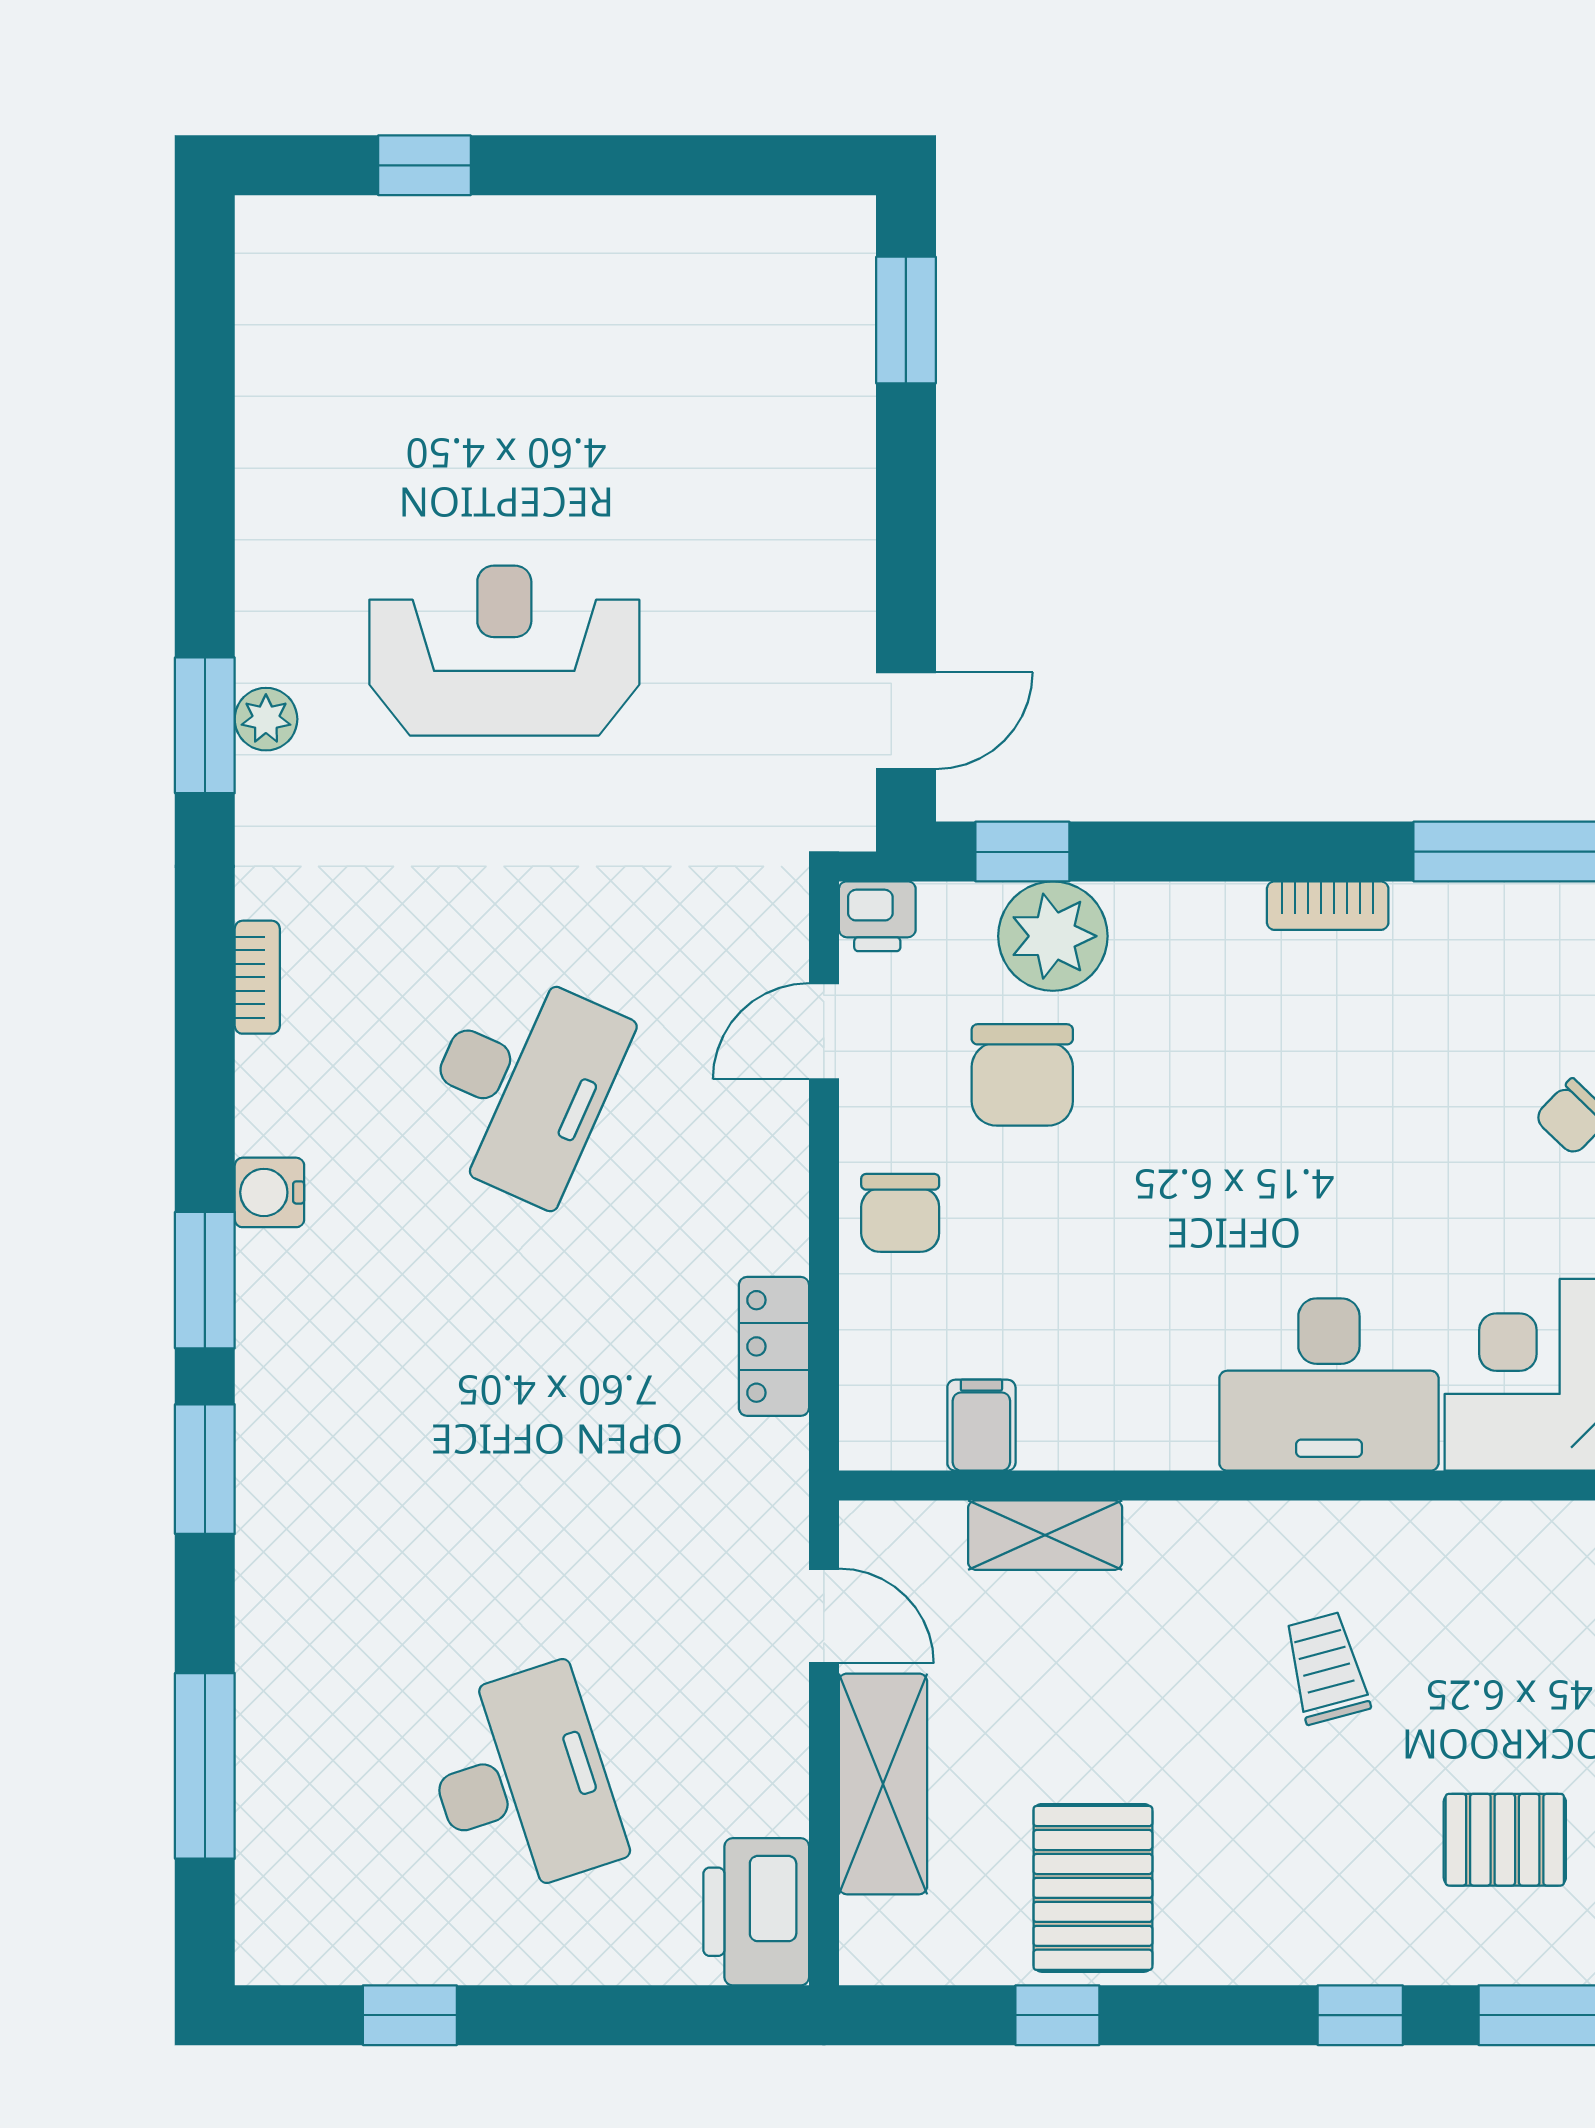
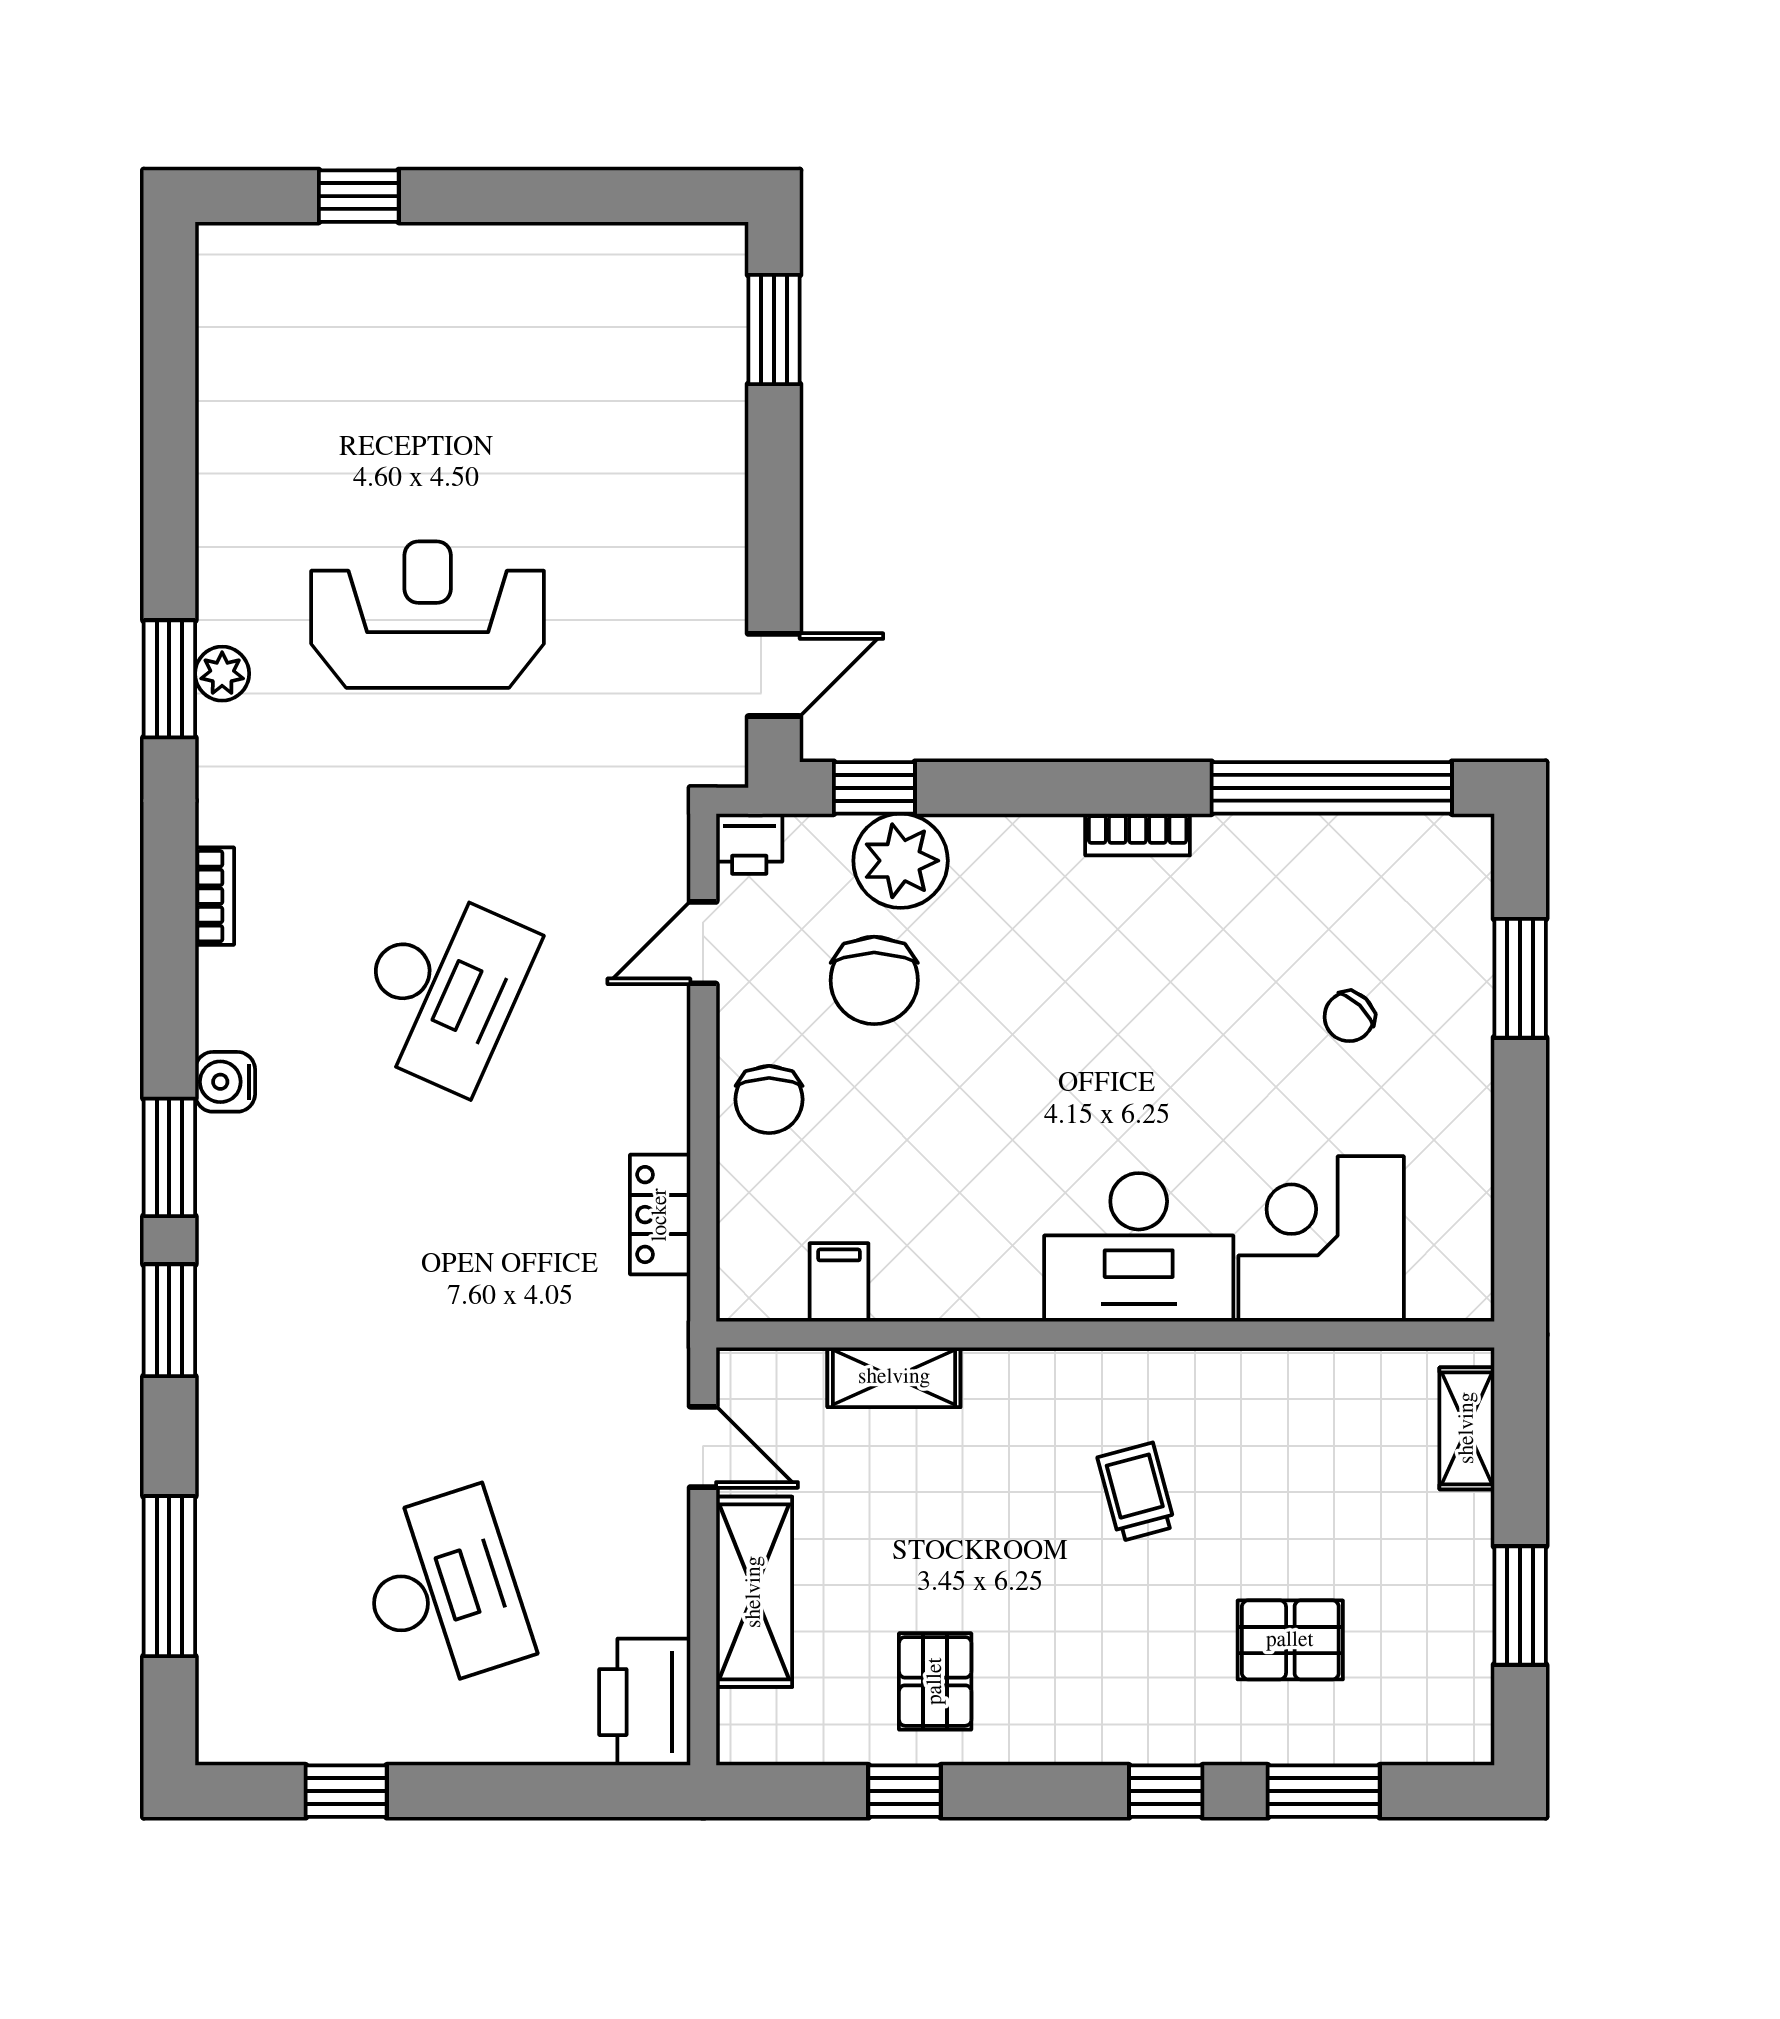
pallet: (1093, 1888) -> (935, 1681), width x0.67, depth x0.71

